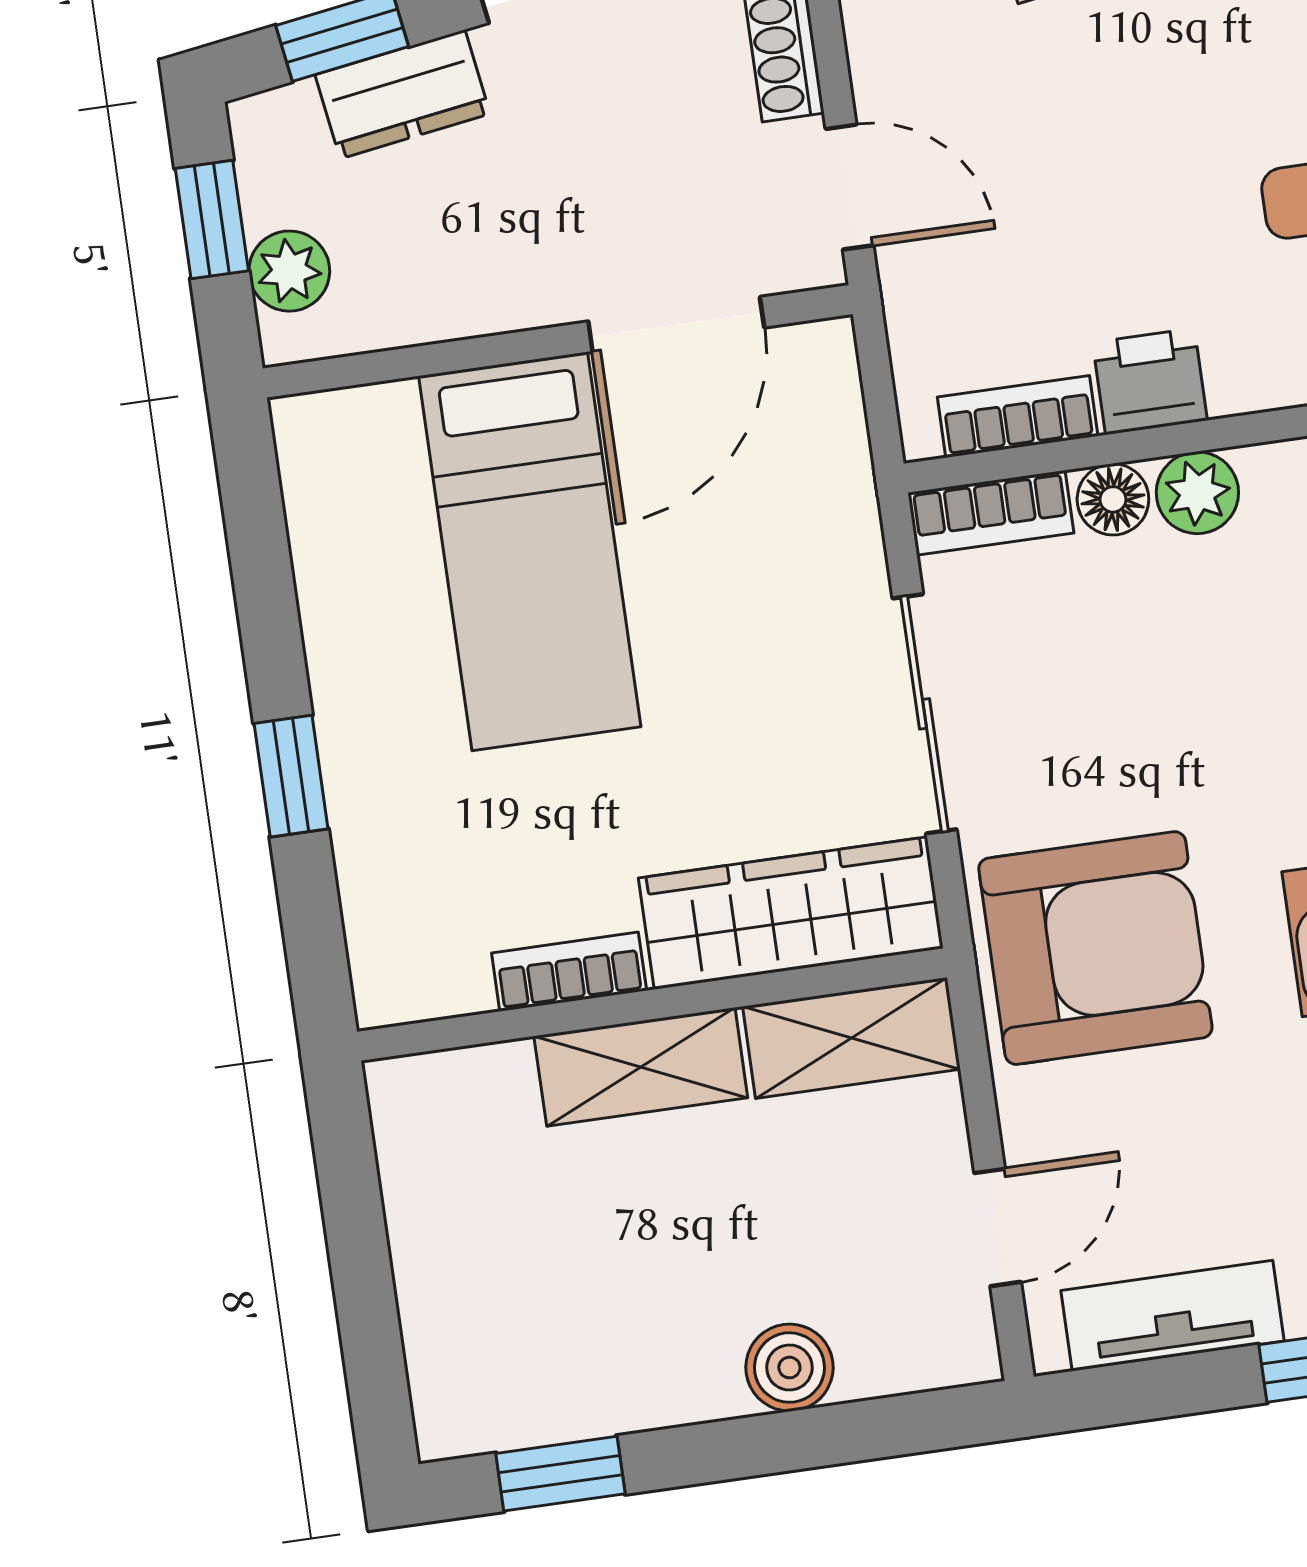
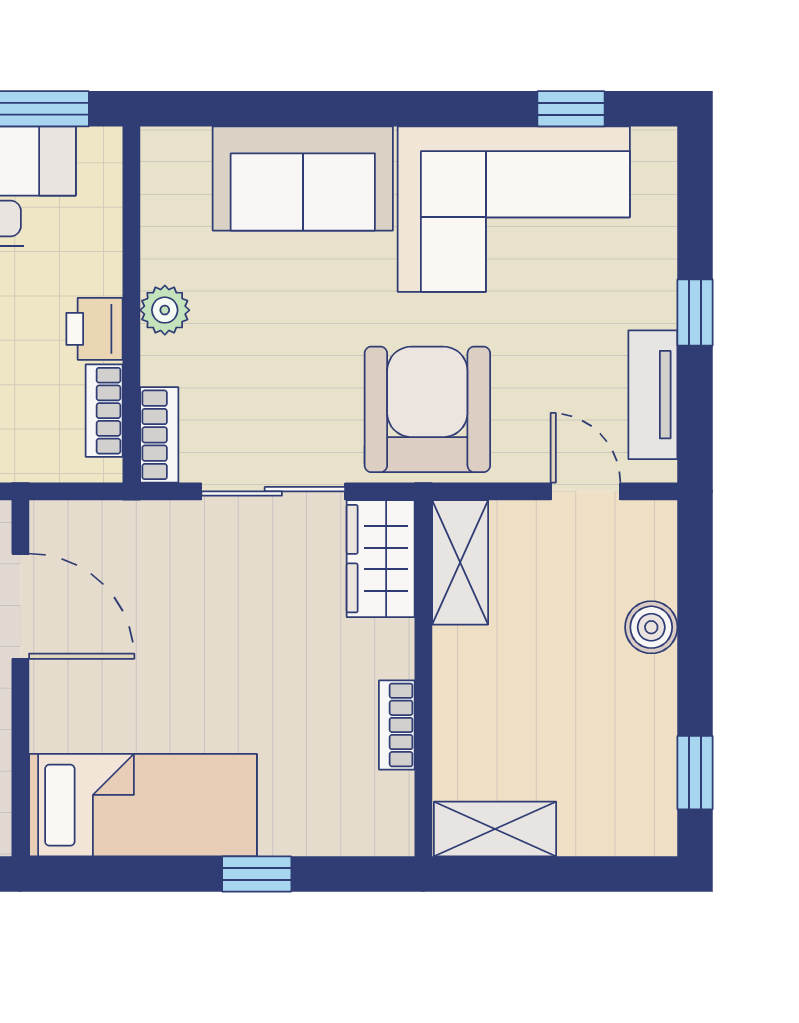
floor lamp: (1113, 499) -> (162, 361), removed
bed: (530, 551) -> (143, 805), moved
wardrobe: (791, 913) -> (381, 559), width x0.67
shelving: (641, 1067) -> (495, 829), moved, turned 90

